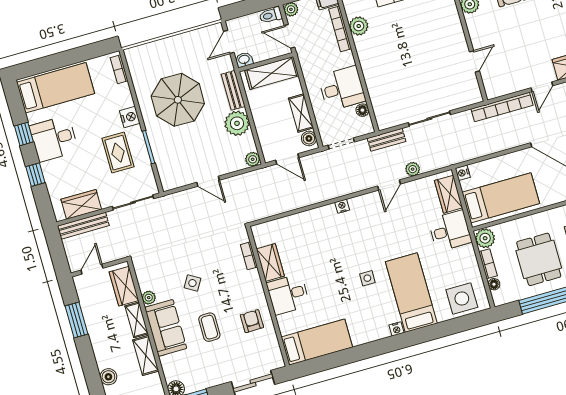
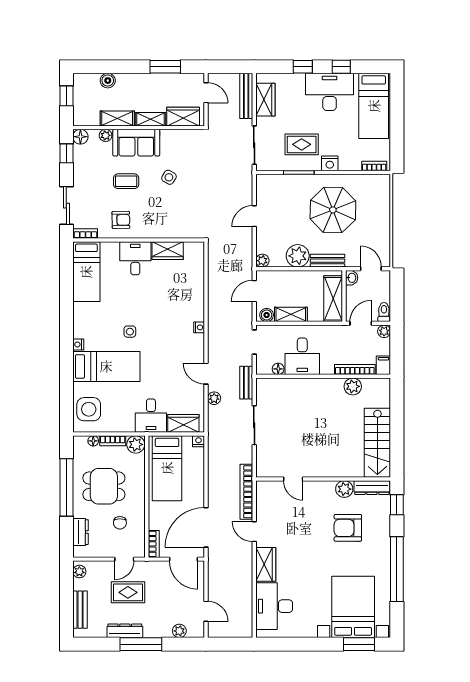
desk: (54, 139) -> (330, 92), width x1.37
bookcase: (249, 256) -> (85, 234), moved
plant: (149, 298) -> (106, 135), moved

